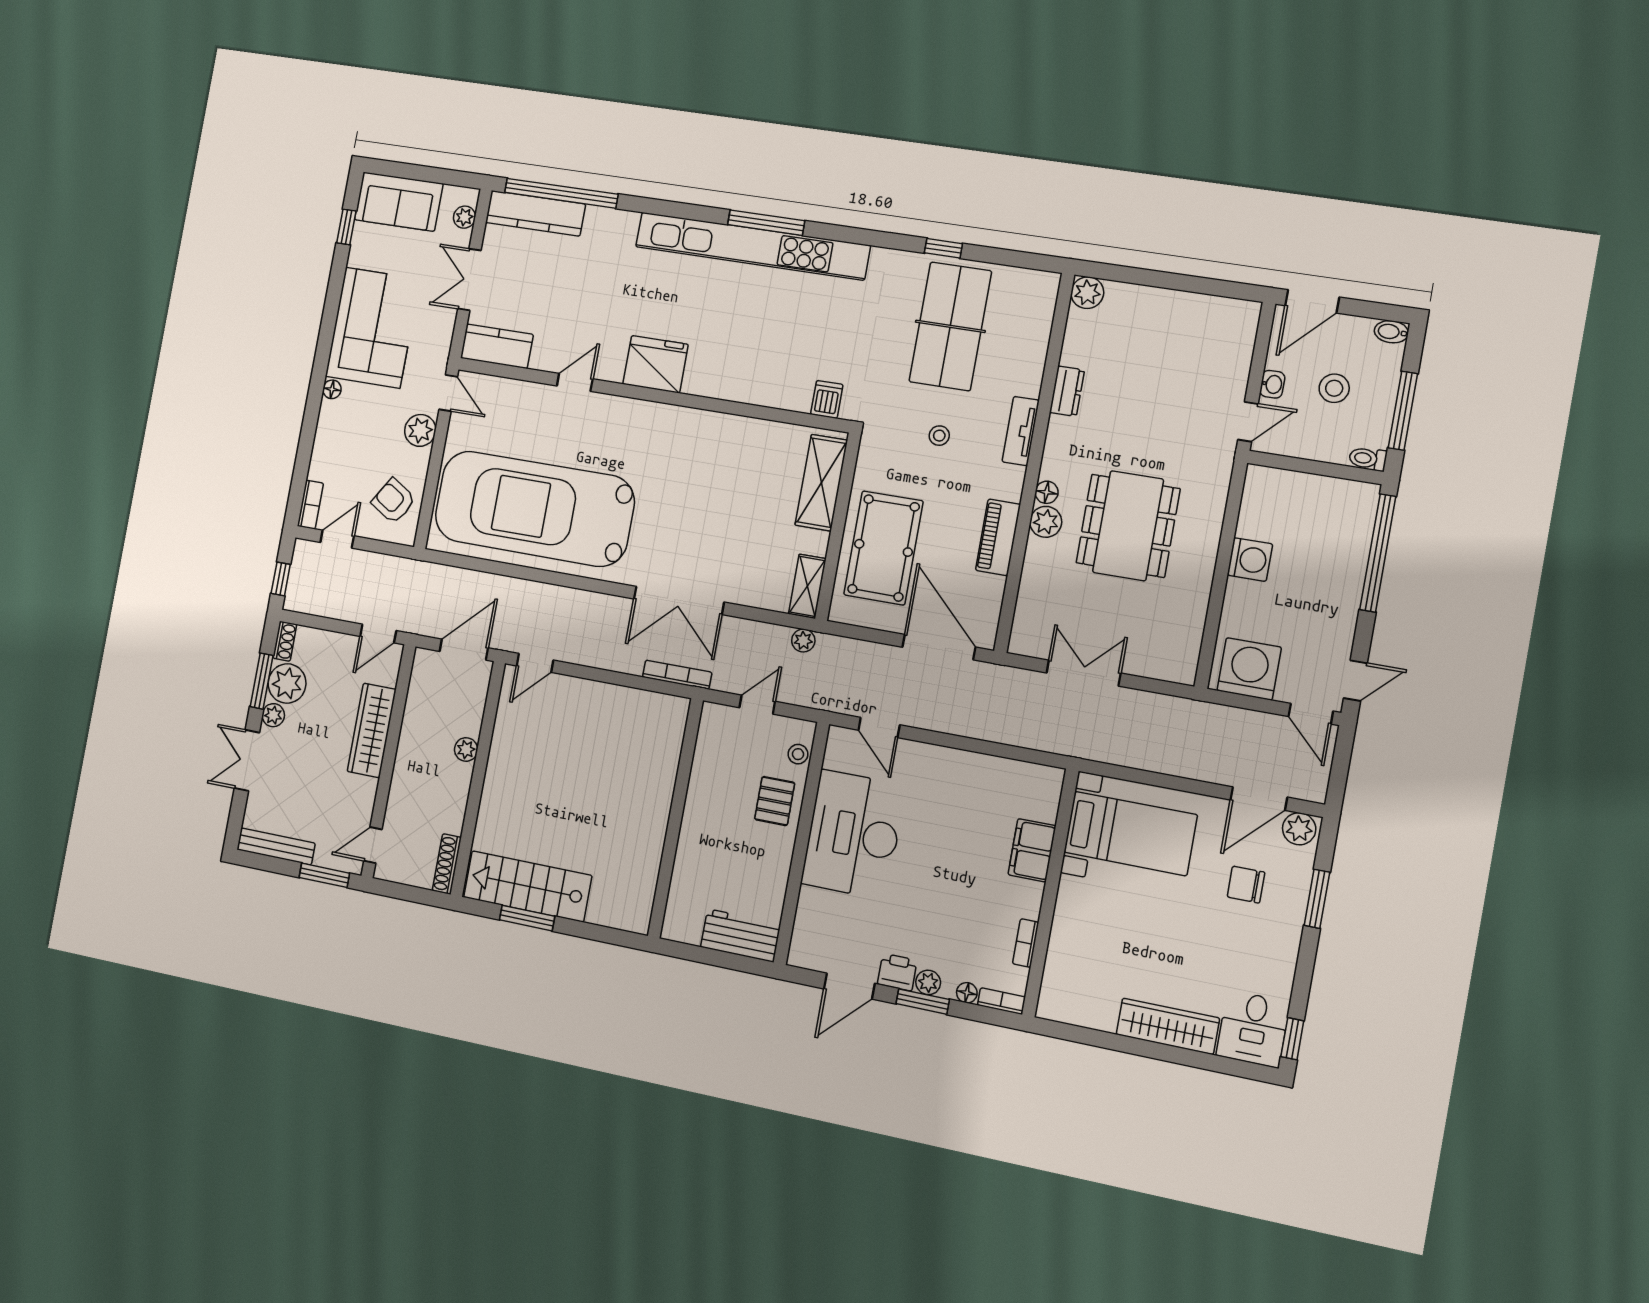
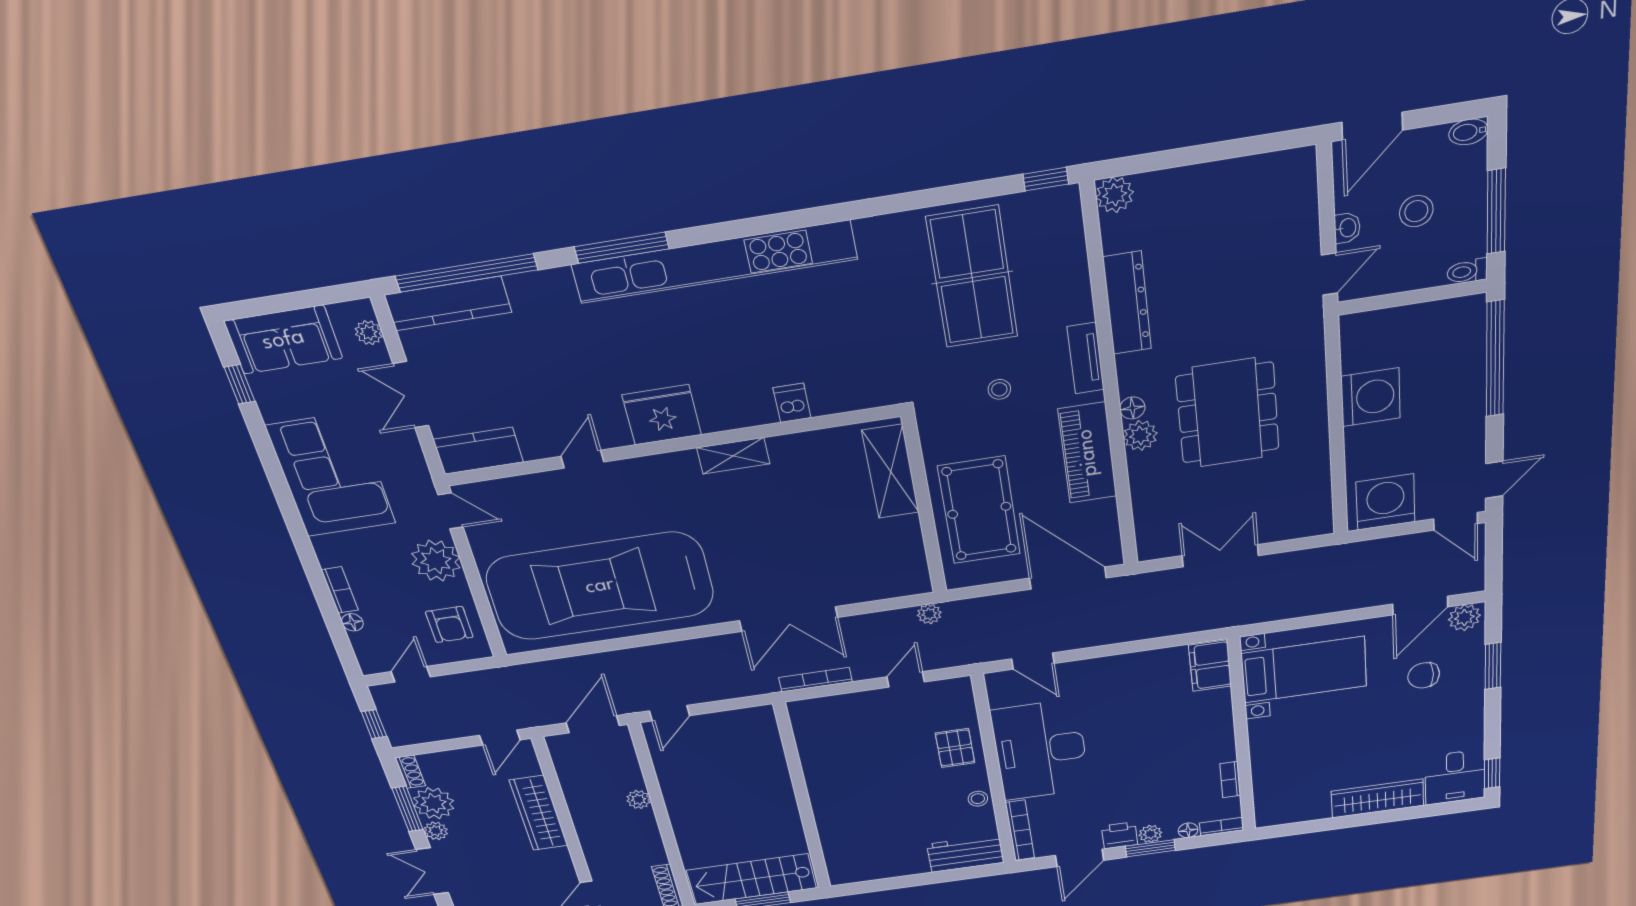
window: (766, 223) -> (622, 248), moved
window: (943, 248) -> (1046, 179), moved
floor lamp: (332, 389) -> (352, 622), moved
dresser: (1067, 391) -> (1127, 303), width x1.96, depth x1.24
dishwasher: (827, 399) -> (792, 403), moved
plant: (420, 430) -> (436, 561), width x1.36, depth x1.36
armchair: (394, 501) -> (449, 624), turned -122
bookcase: (310, 505) -> (340, 590), moved
piano: (998, 537) -> (1088, 453), width x1.37, depth x1.33
washing machine: (1250, 560) -> (1371, 397), width x1.37, depth x1.37
shelving: (807, 586) -> (733, 456), moved, turned 90
stool: (798, 754) -> (978, 799), moved
wall: (675, 818) -> (803, 798), moved
filing cabinet: (1032, 850) -> (1210, 666), moved
bookcase: (803, 927) -> (1020, 830), added

